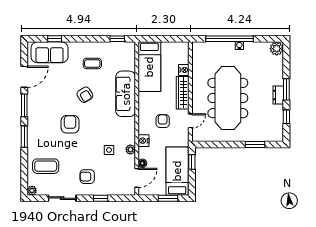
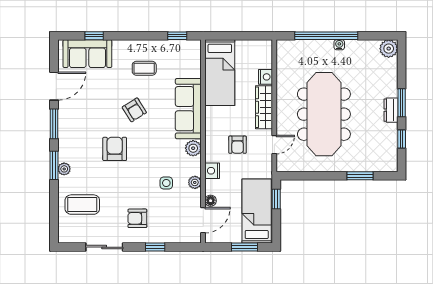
armchair: (163, 121) -> (238, 145), turned 180
plant: (129, 124) -> (193, 148), added
plant: (32, 191) -> (64, 169), moved

